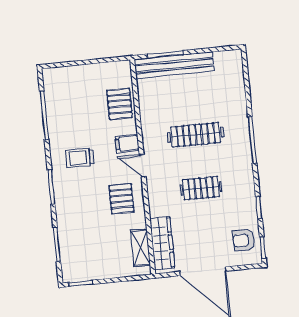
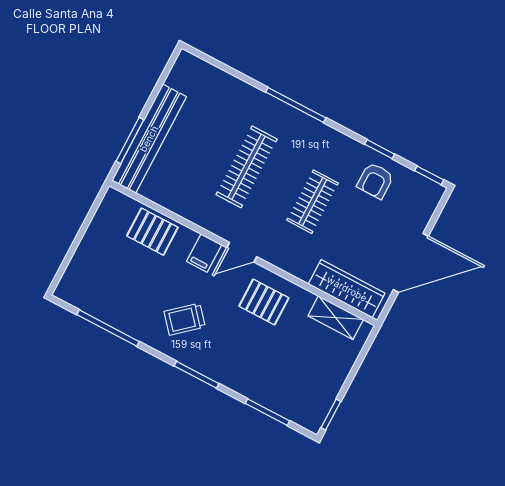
trolley: (80, 158) -> (185, 319), turned 49
armchair: (244, 240) -> (375, 181), moved

